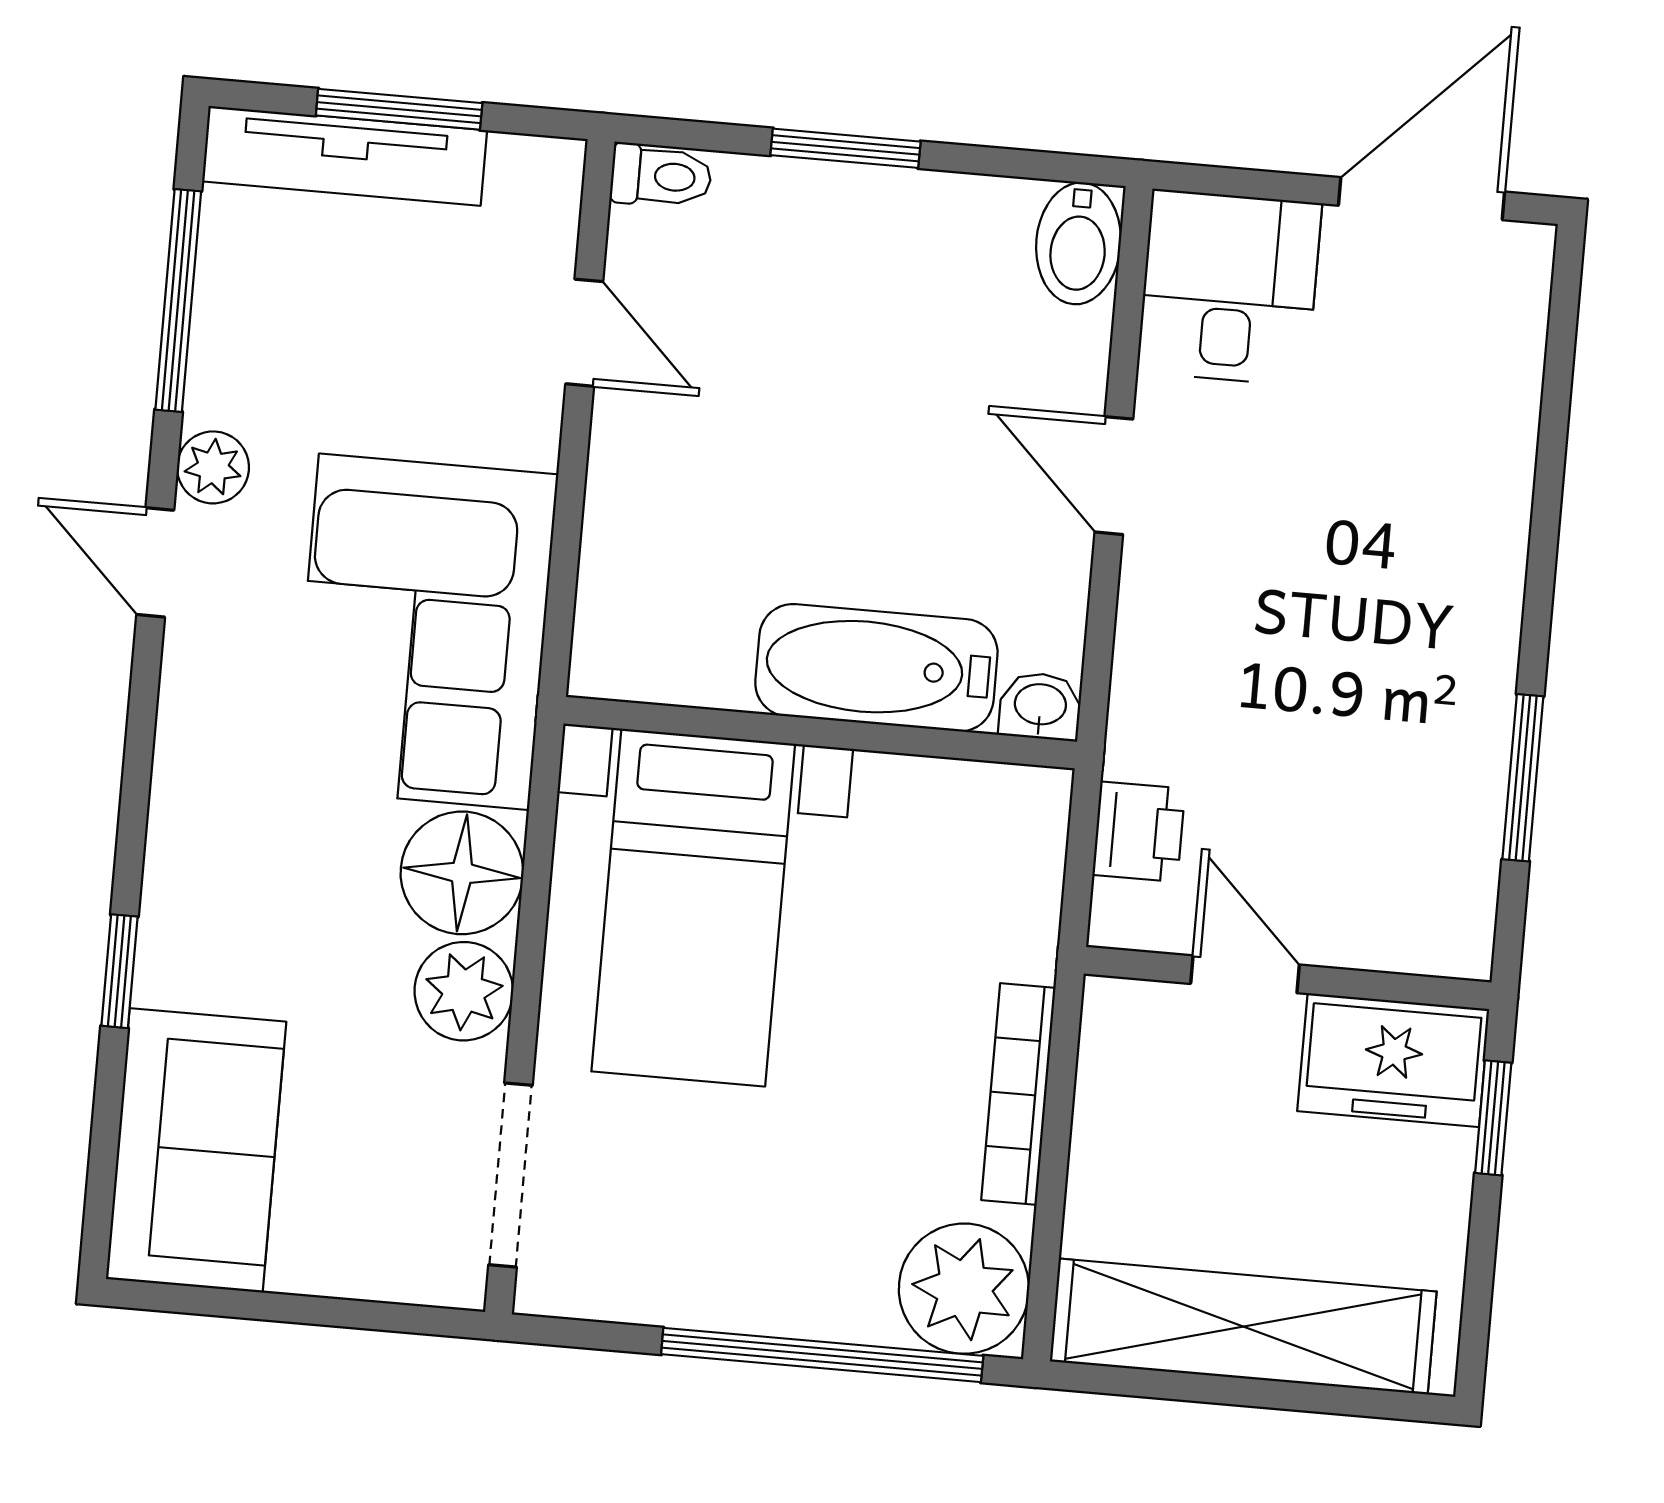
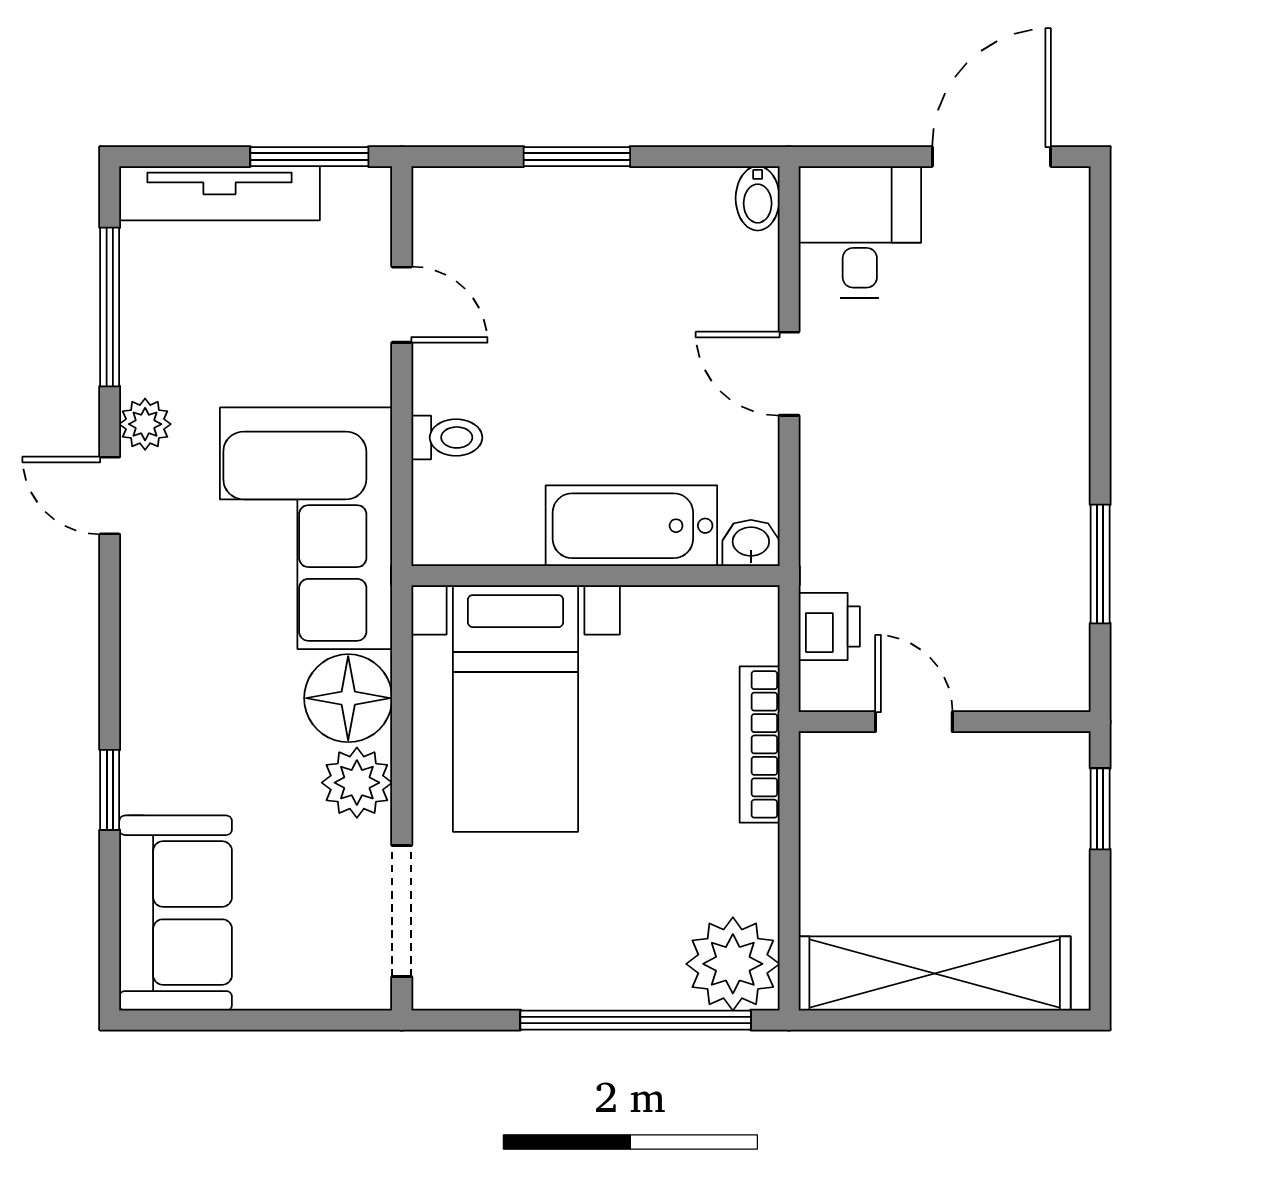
window: (399, 109) -> (309, 157), moved
toilet: (661, 176) -> (447, 437), moved
bidet: (1078, 243) -> (758, 198), width x0.72, depth x0.74
freezer: (1393, 1060) -> (1025, 774), removed
bookcase: (1018, 1094) -> (760, 744), moved

